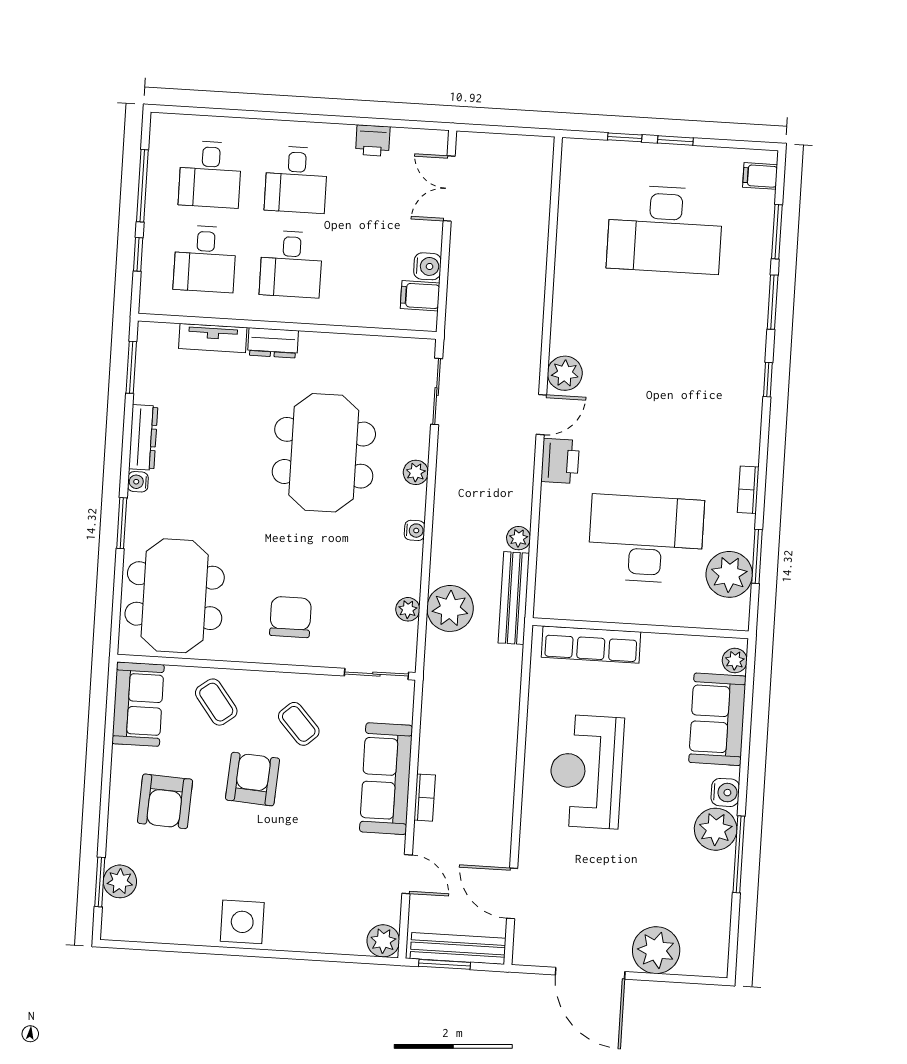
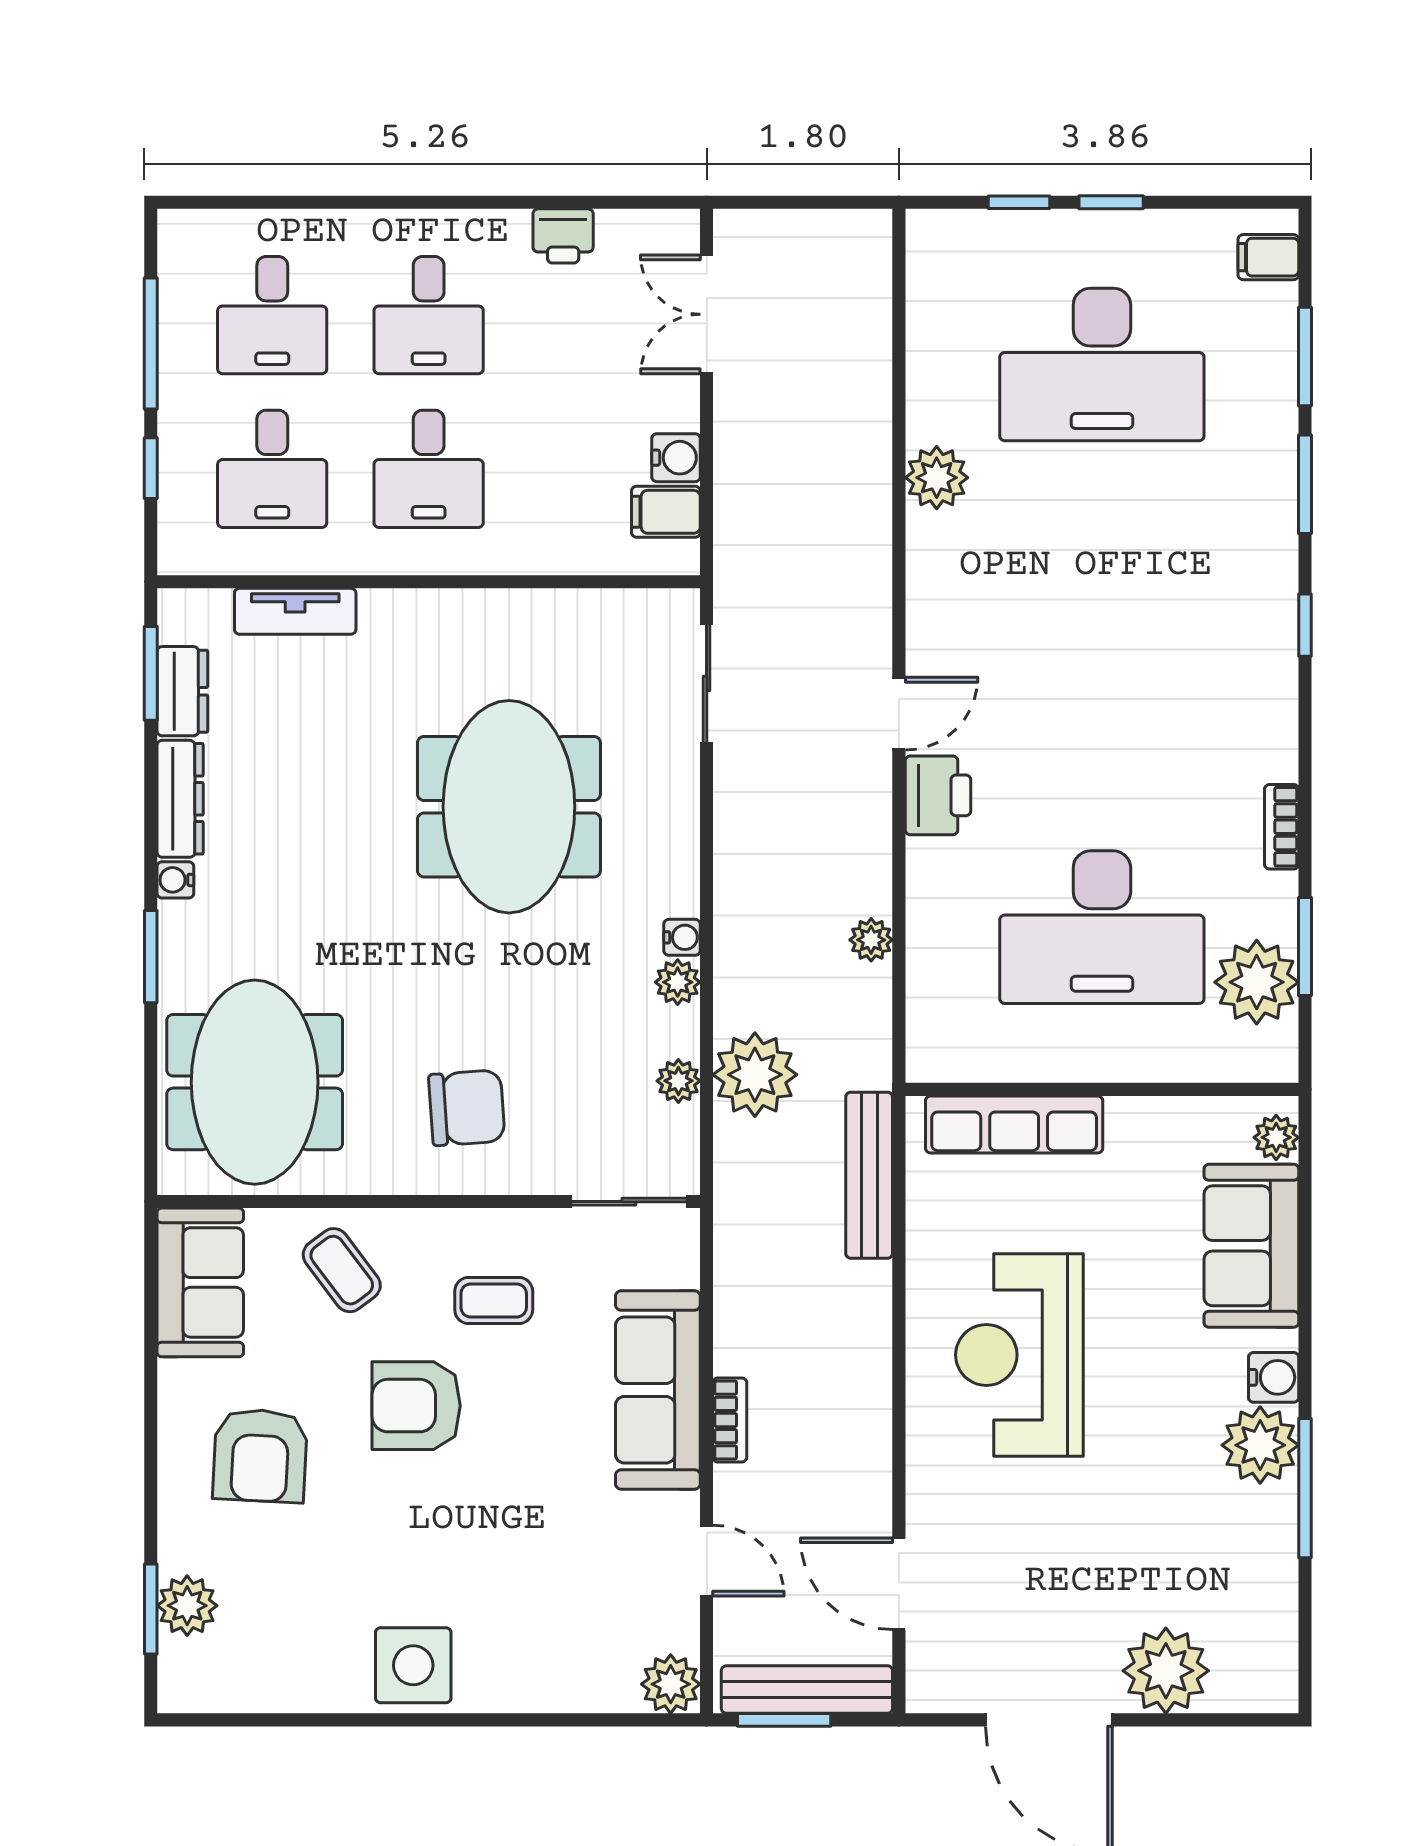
dresser: (273, 343) -> (182, 691), moved, turned -90
plant: (565, 373) -> (937, 478), moved
plant: (416, 472) -> (678, 982), moved
desk: (646, 539) -> (1102, 927), turned 180
bench: (514, 598) -> (869, 1175), moved
chair: (290, 617) -> (467, 1108), turned 86
coffee table: (299, 724) -> (494, 1300), turned -48
armchair: (253, 779) -> (416, 1406), turned -94

